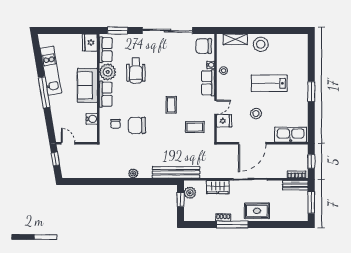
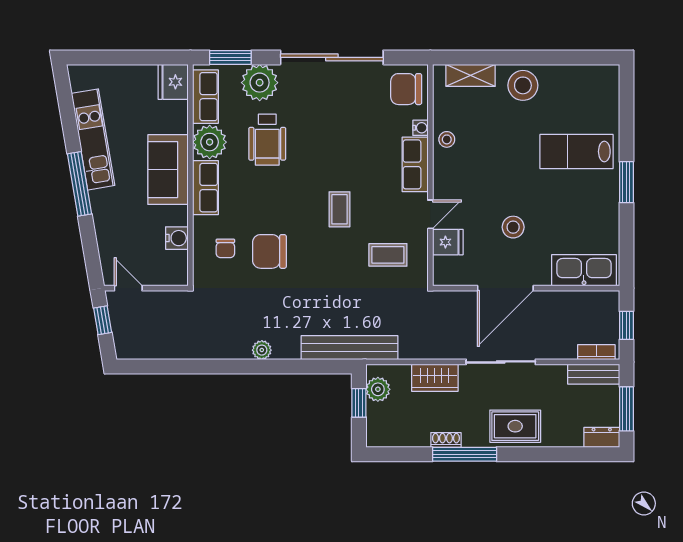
plant: (132, 43) -> (260, 83), added
lab bench: (269, 83) -> (577, 151), moved
dresser: (299, 216) -> (602, 437), added

